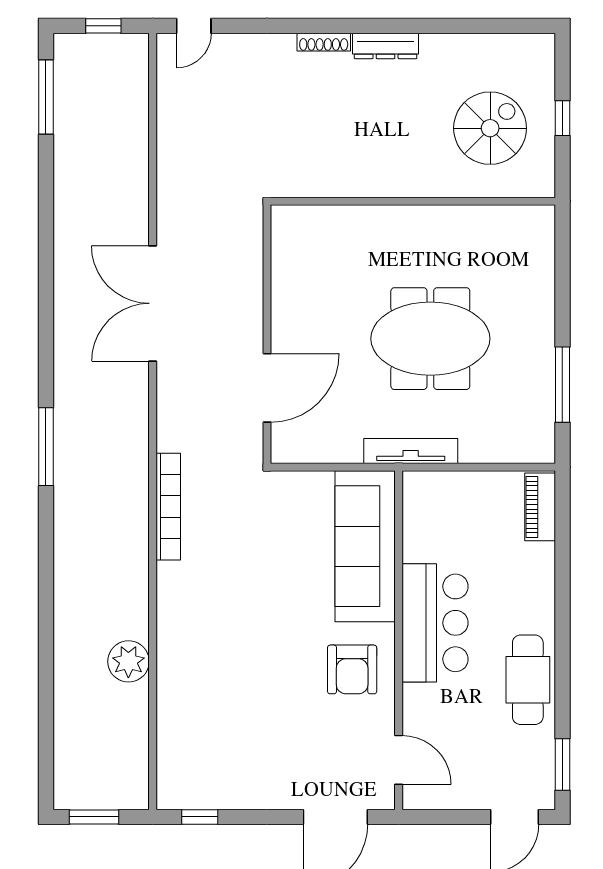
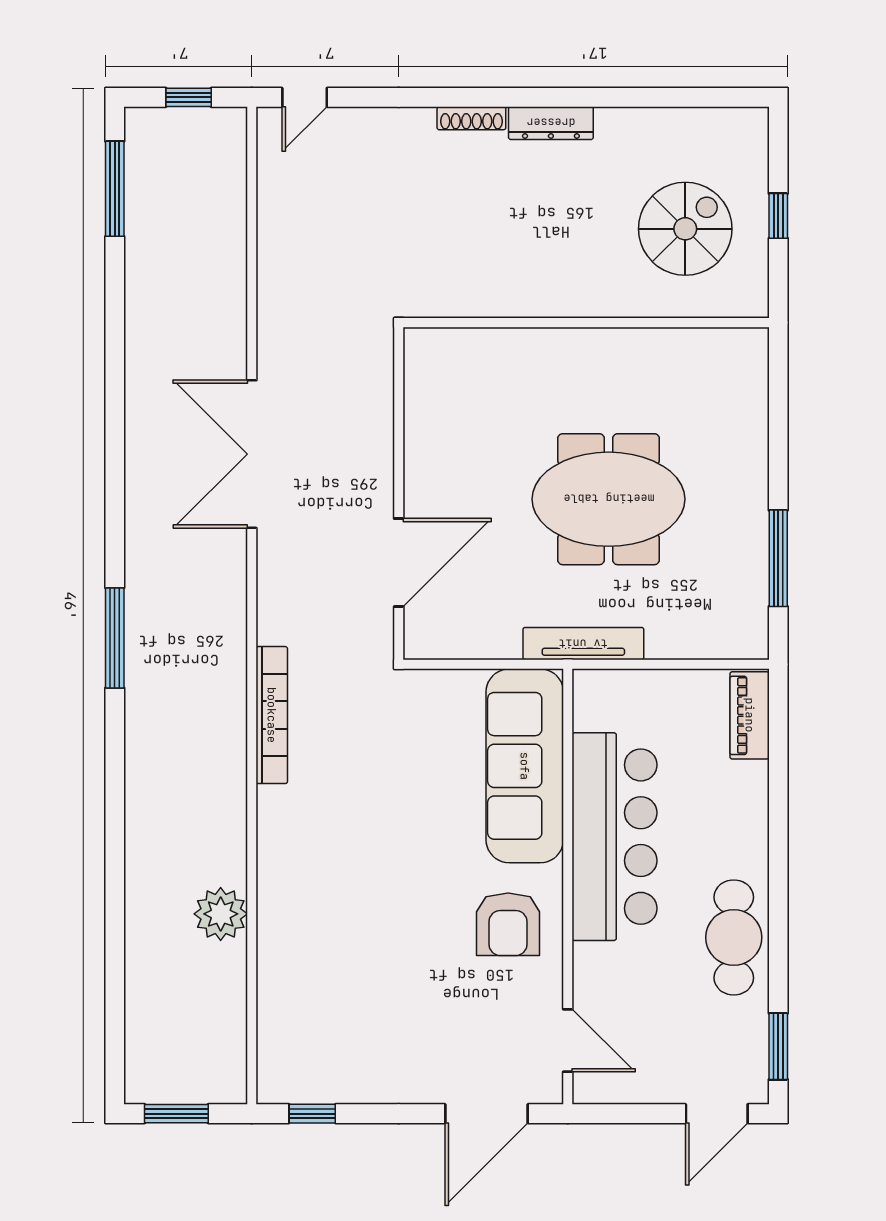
bar counter: (435, 623) -> (614, 837), width x1.36

